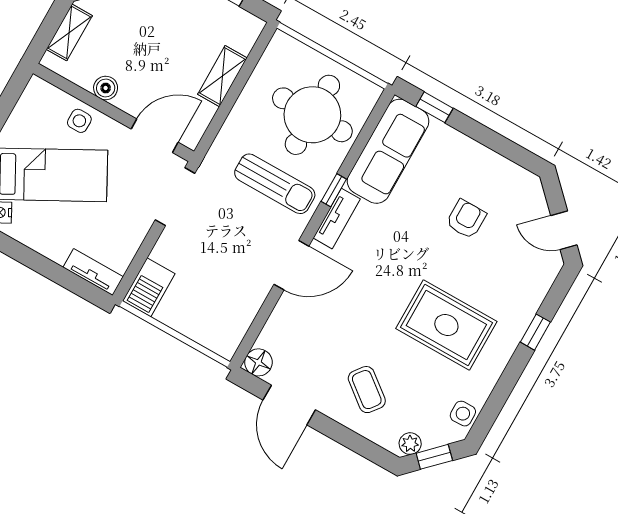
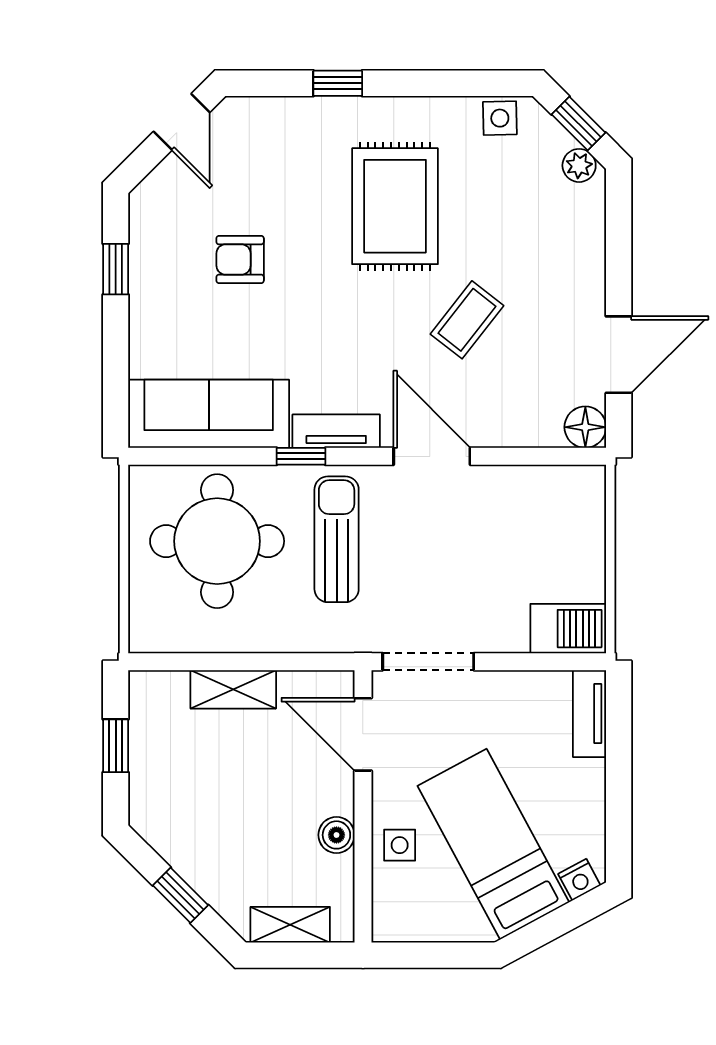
window: (435, 107) -> (116, 269), moved
coffee table: (367, 390) -> (467, 320), moved

